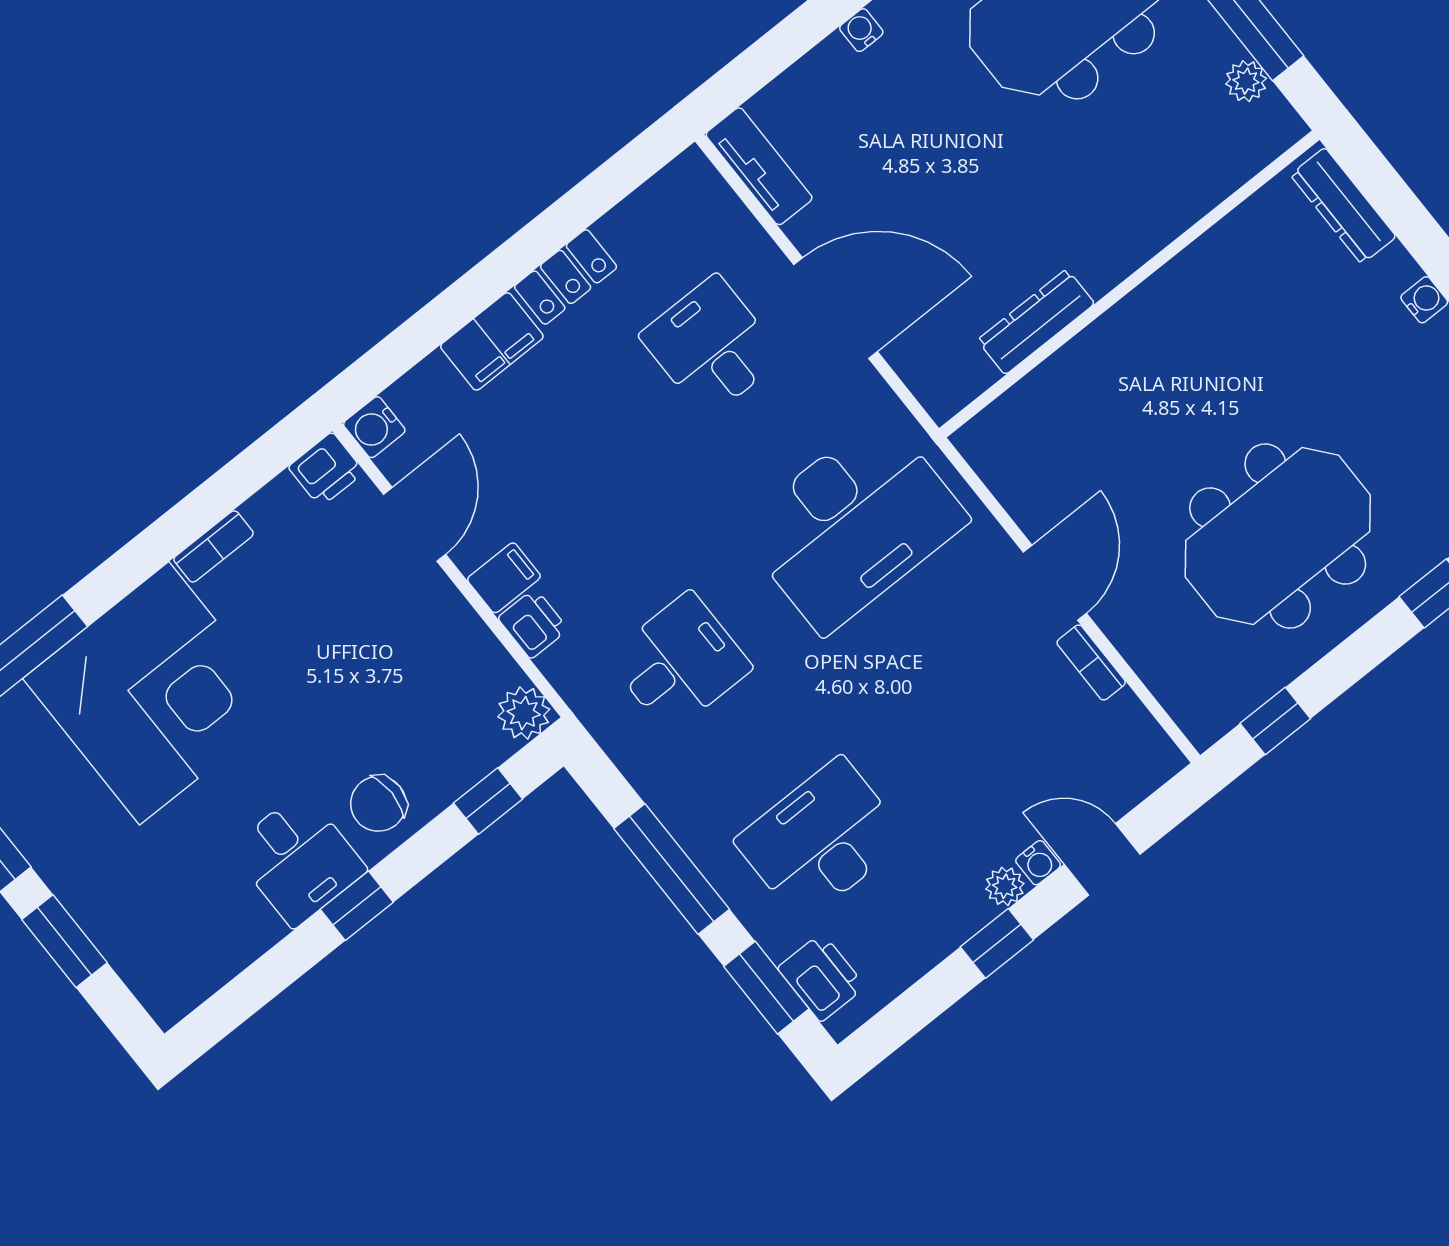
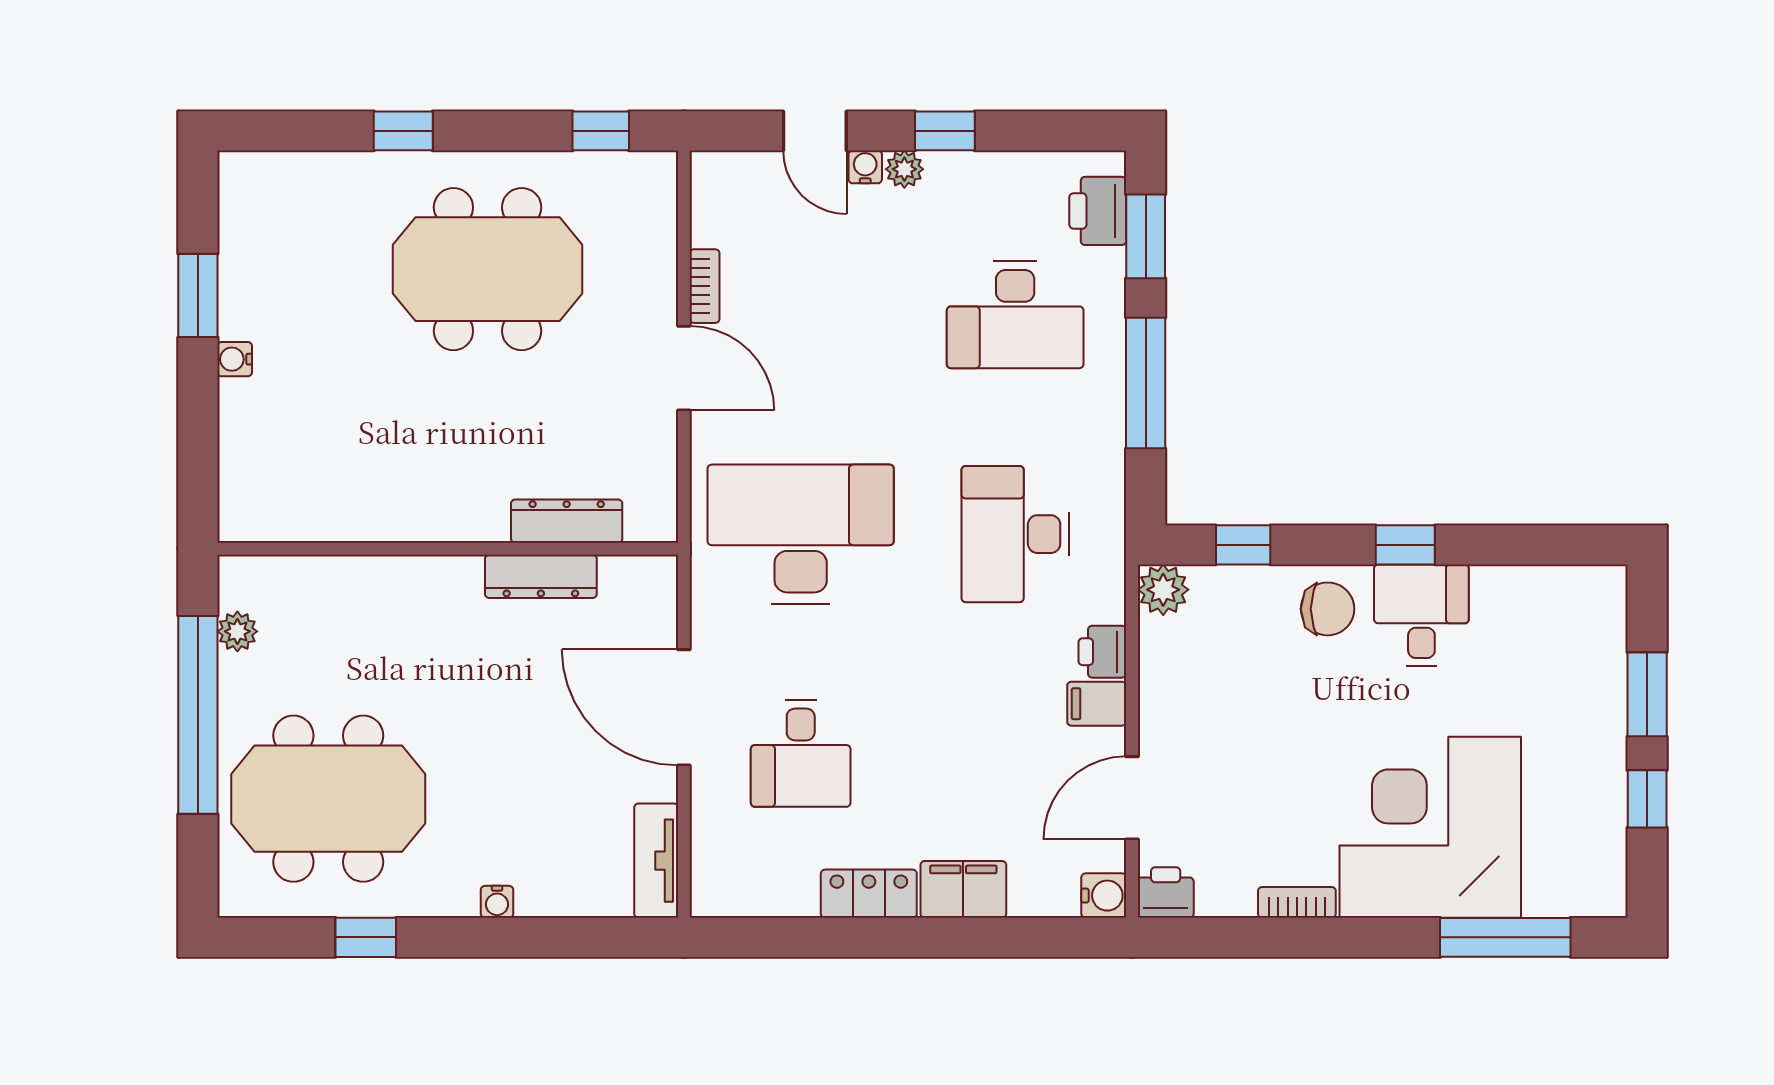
dresser: (1343, 206) -> (567, 521), moved, turned -90
door: (1055, 583) -> (684, 368), swing flipped
desk: (680, 662) -> (1015, 534), width x1.37

